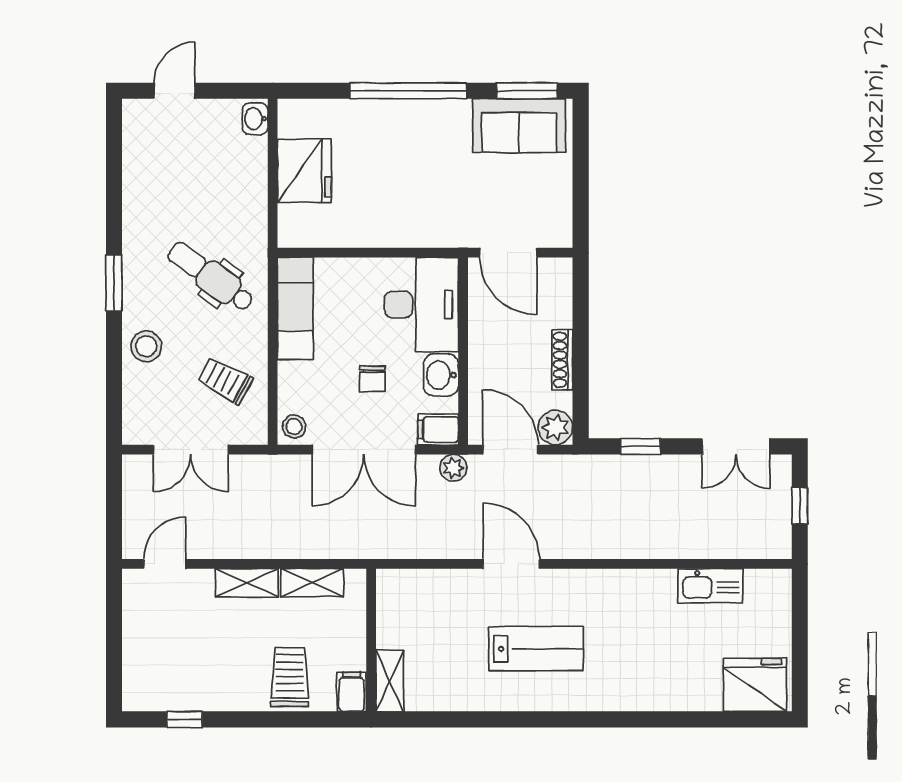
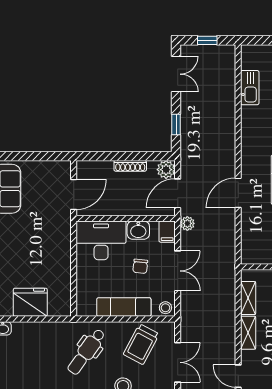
exam couch: (295, 308) -> (124, 307), moved
chair: (372, 379) -> (140, 266), turned 96
trolley: (225, 381) -> (141, 344), width x1.36, depth x1.39
double door: (364, 450) -> (178, 271), width x0.73

